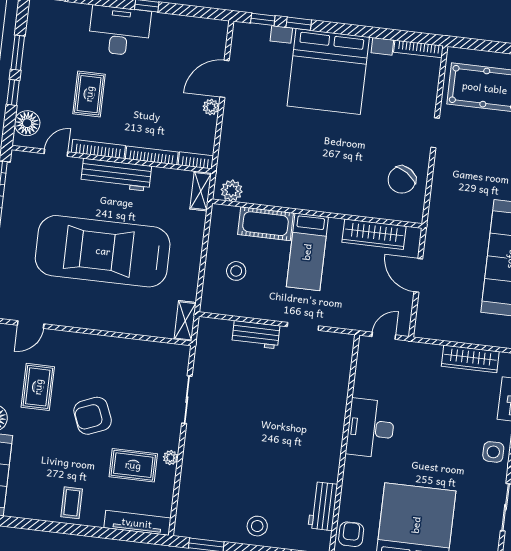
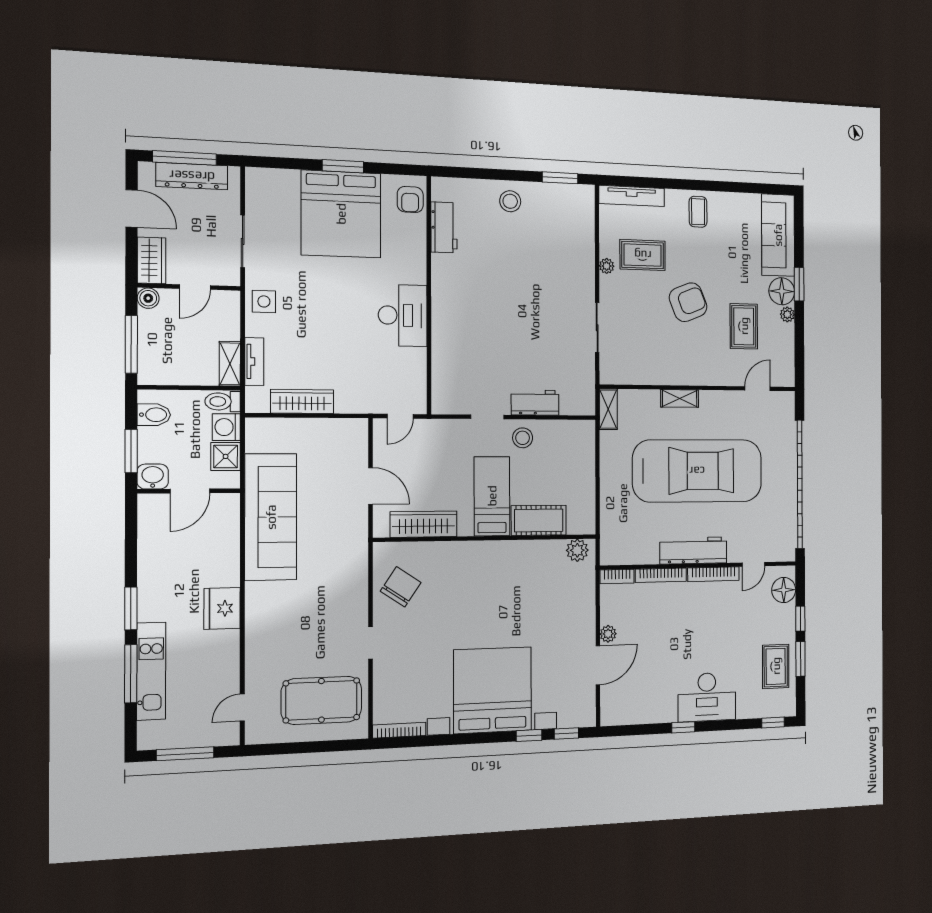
rug: (89, 94) -> (776, 666), moved
shelving: (201, 191) -> (680, 398), moved, turned 90
stool: (236, 271) -> (523, 438), moved

